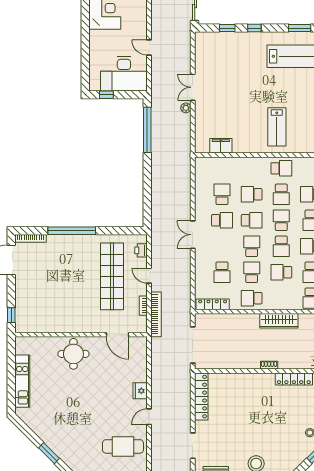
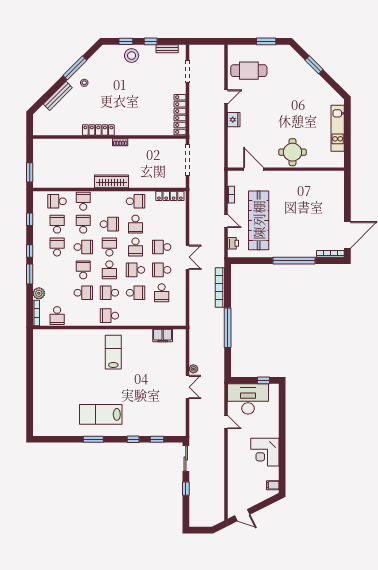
window: (147, 130) -> (228, 328), moved
school desk: (281, 194) -> (109, 293), turned -90
school desk: (222, 272) -> (162, 247), moved, turned -90
bookcase: (156, 314) -> (220, 288), moved
window: (11, 315) -> (347, 186), removed

